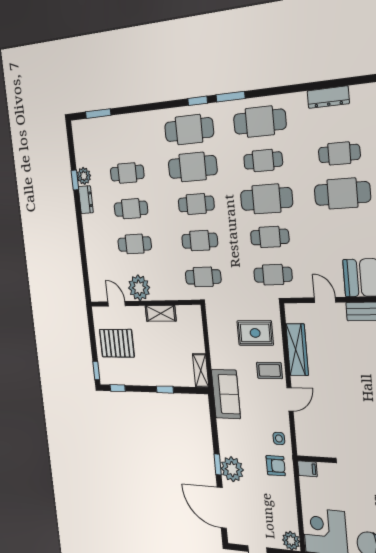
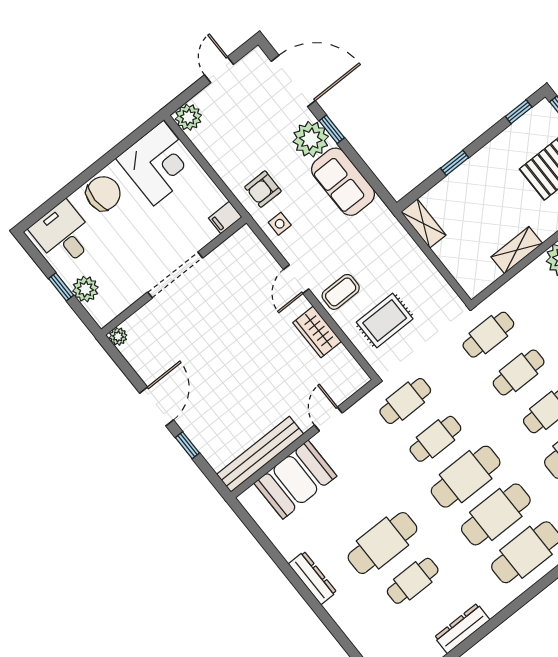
cafe table: (263, 160) -> (496, 514), width x1.37, depth x1.35
door: (325, 300) -> (328, 419), swing flipped
wardrobe: (297, 350) -> (317, 332), width x0.67
sofa: (226, 394) -> (343, 182), moved

